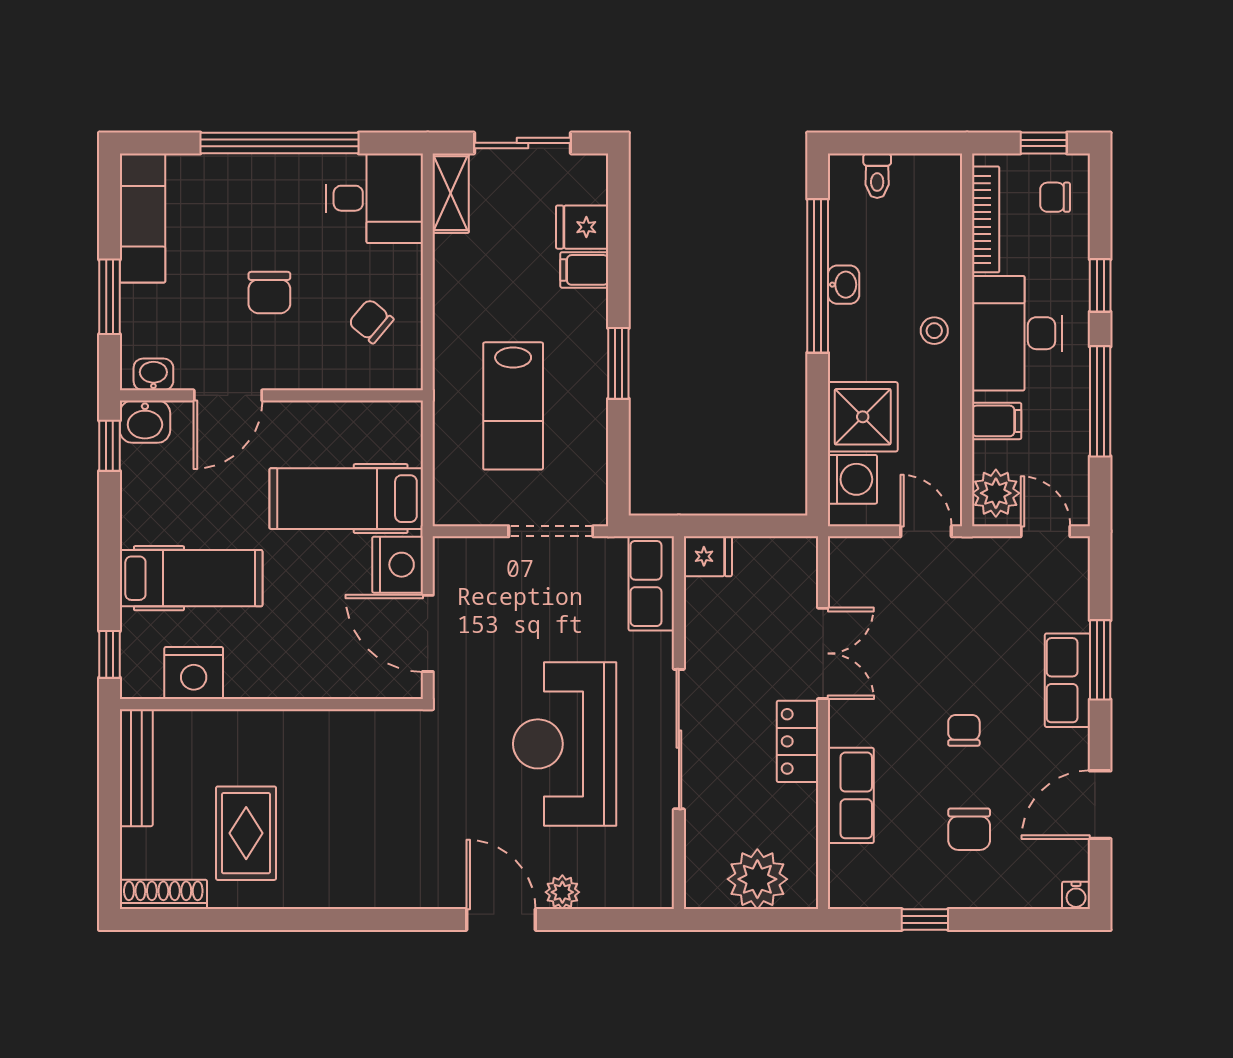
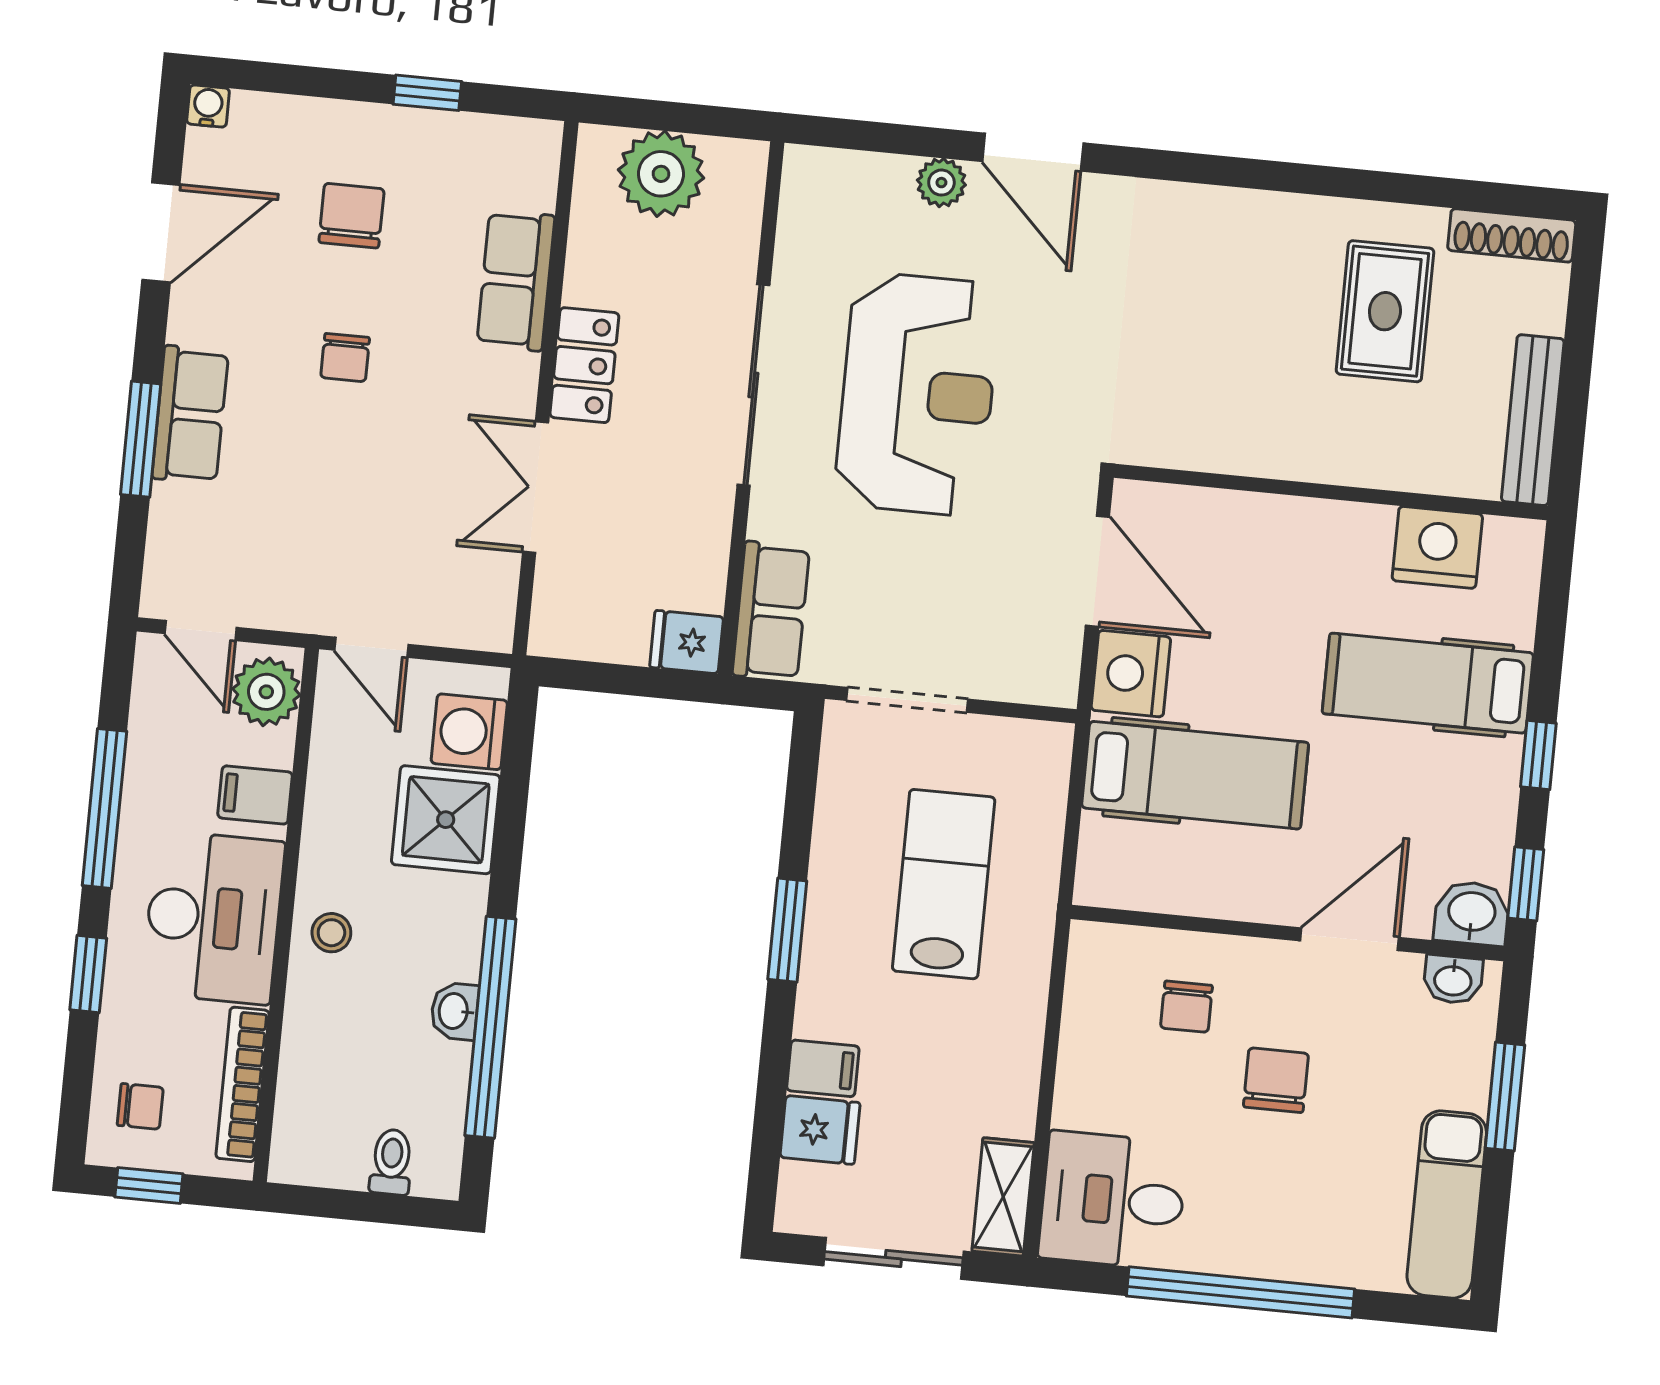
chair: (371, 321) -> (1186, 1007), moved, turned 50
window: (109, 654) -> (1538, 755), moved

